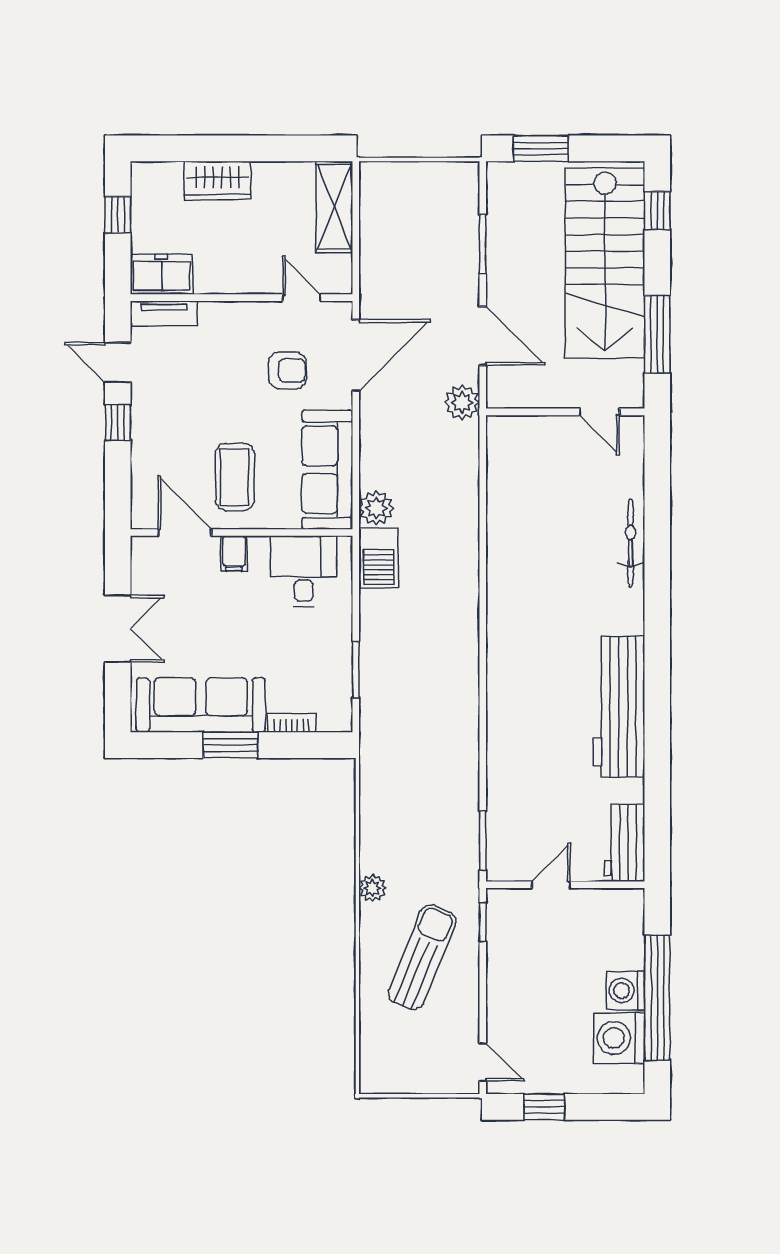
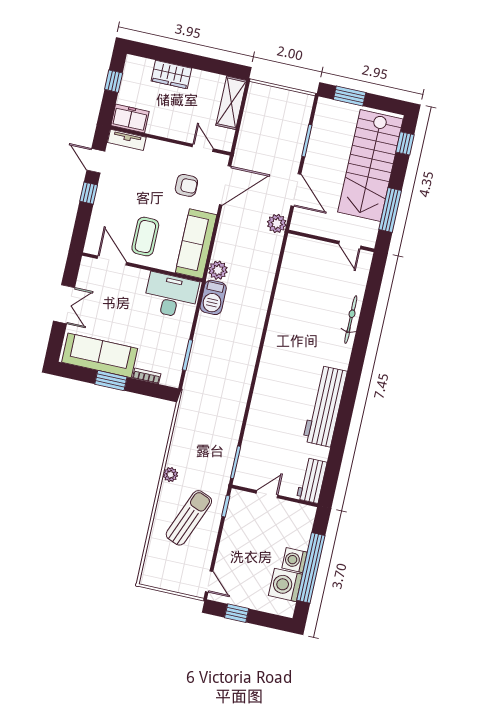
filing cabinet: (234, 553) -> (136, 278), removed
desk: (304, 571) -> (171, 296), width x1.37

